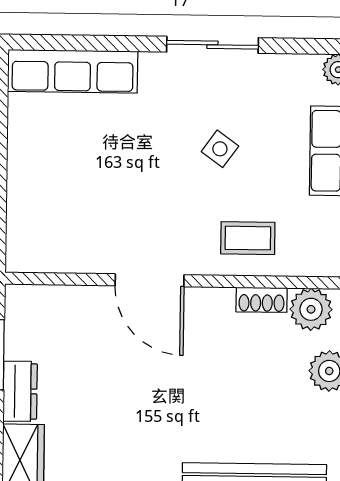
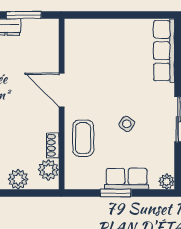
coffee table: (248, 238) -> (83, 138), width x1.36, depth x1.30
door: (150, 280) -> (62, 90), hinge flipped

